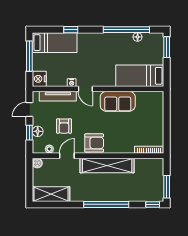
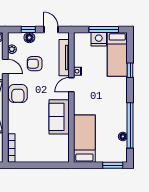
nightstand: (39, 79) -> (99, 39), moved

